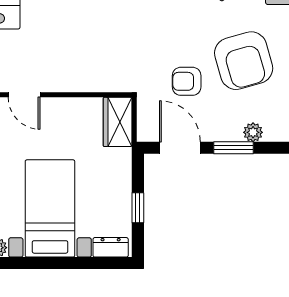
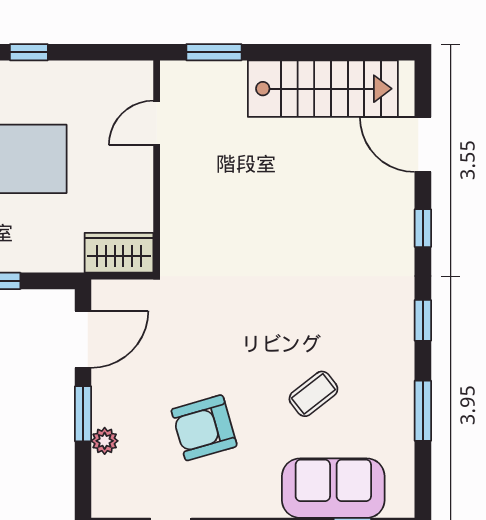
armchair: (244, 61) -> (204, 428), width x0.73, depth x0.73
armchair: (187, 81) -> (175, 349), removed

